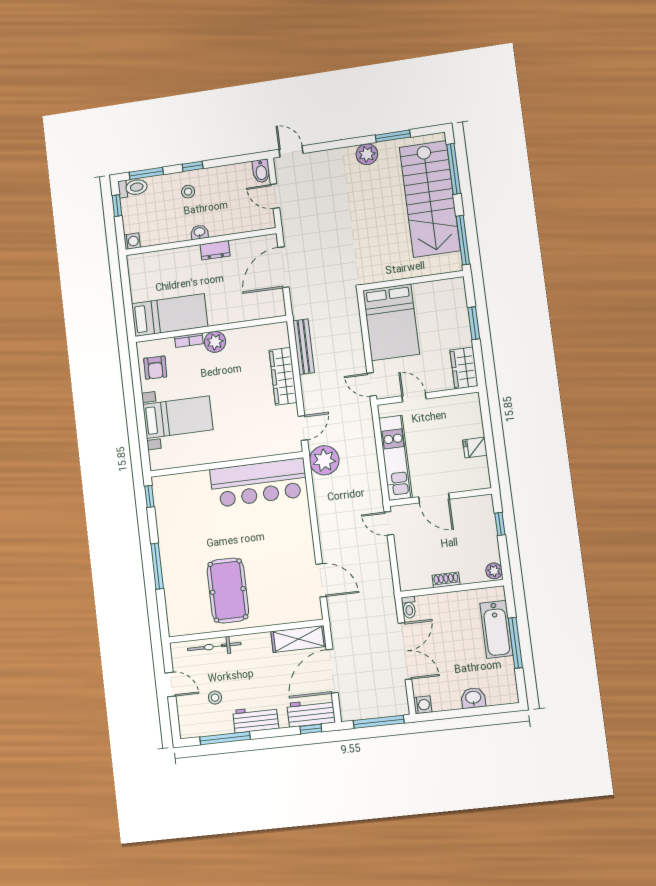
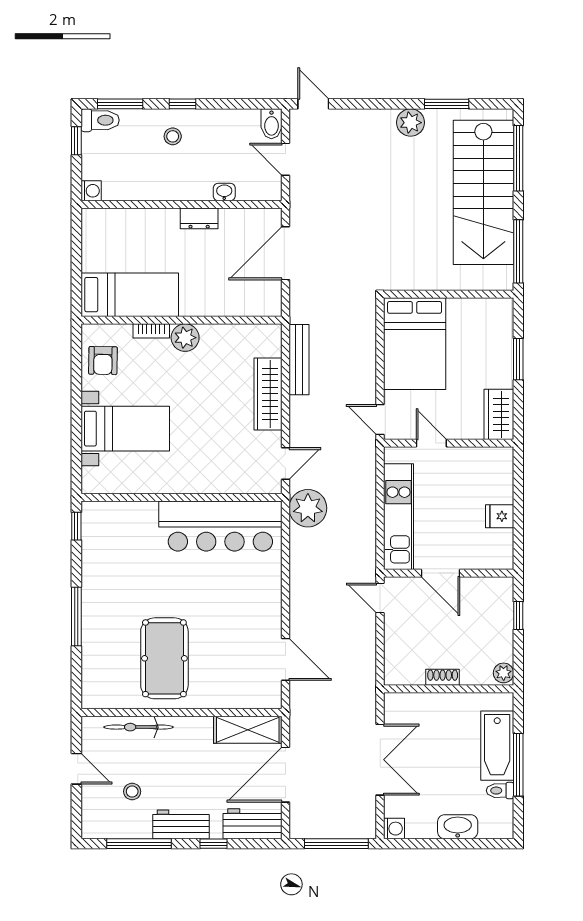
washbasin: (199, 232) -> (224, 192), moved
toilet: (409, 607) -> (500, 791), moved, turned 90
washbasin: (473, 698) -> (458, 827), width x1.38
window: (311, 729) -> (213, 844), moved

